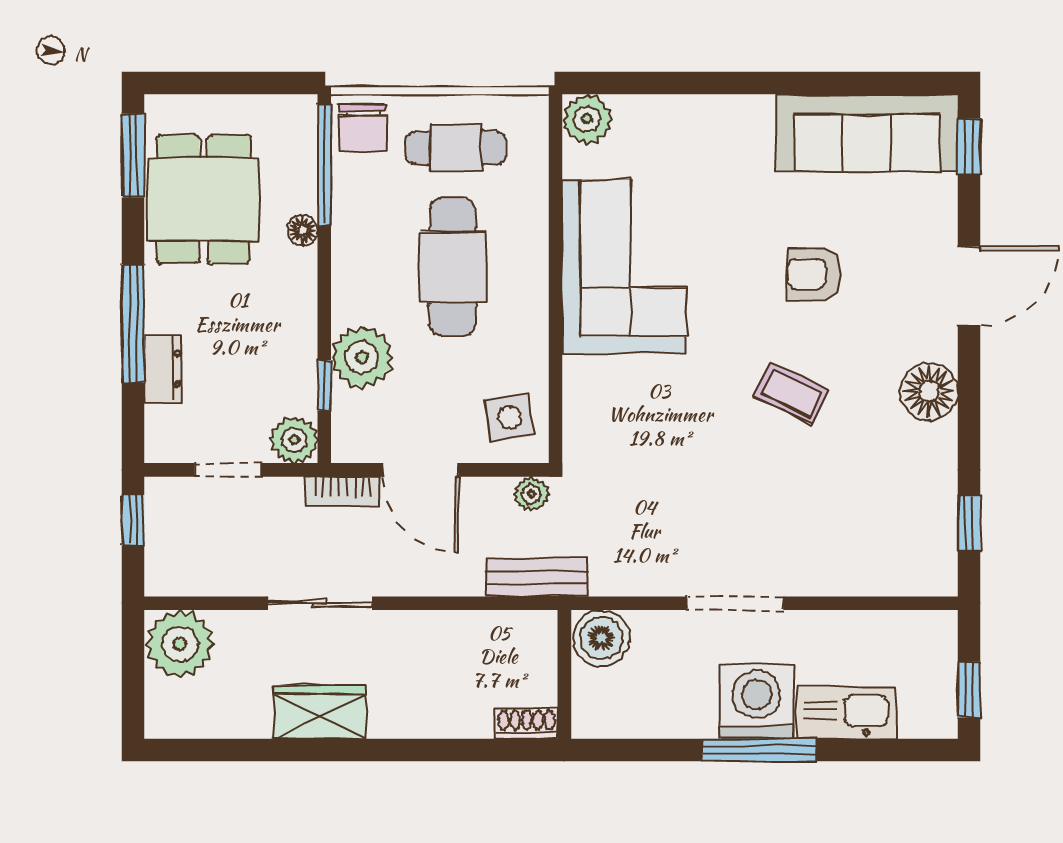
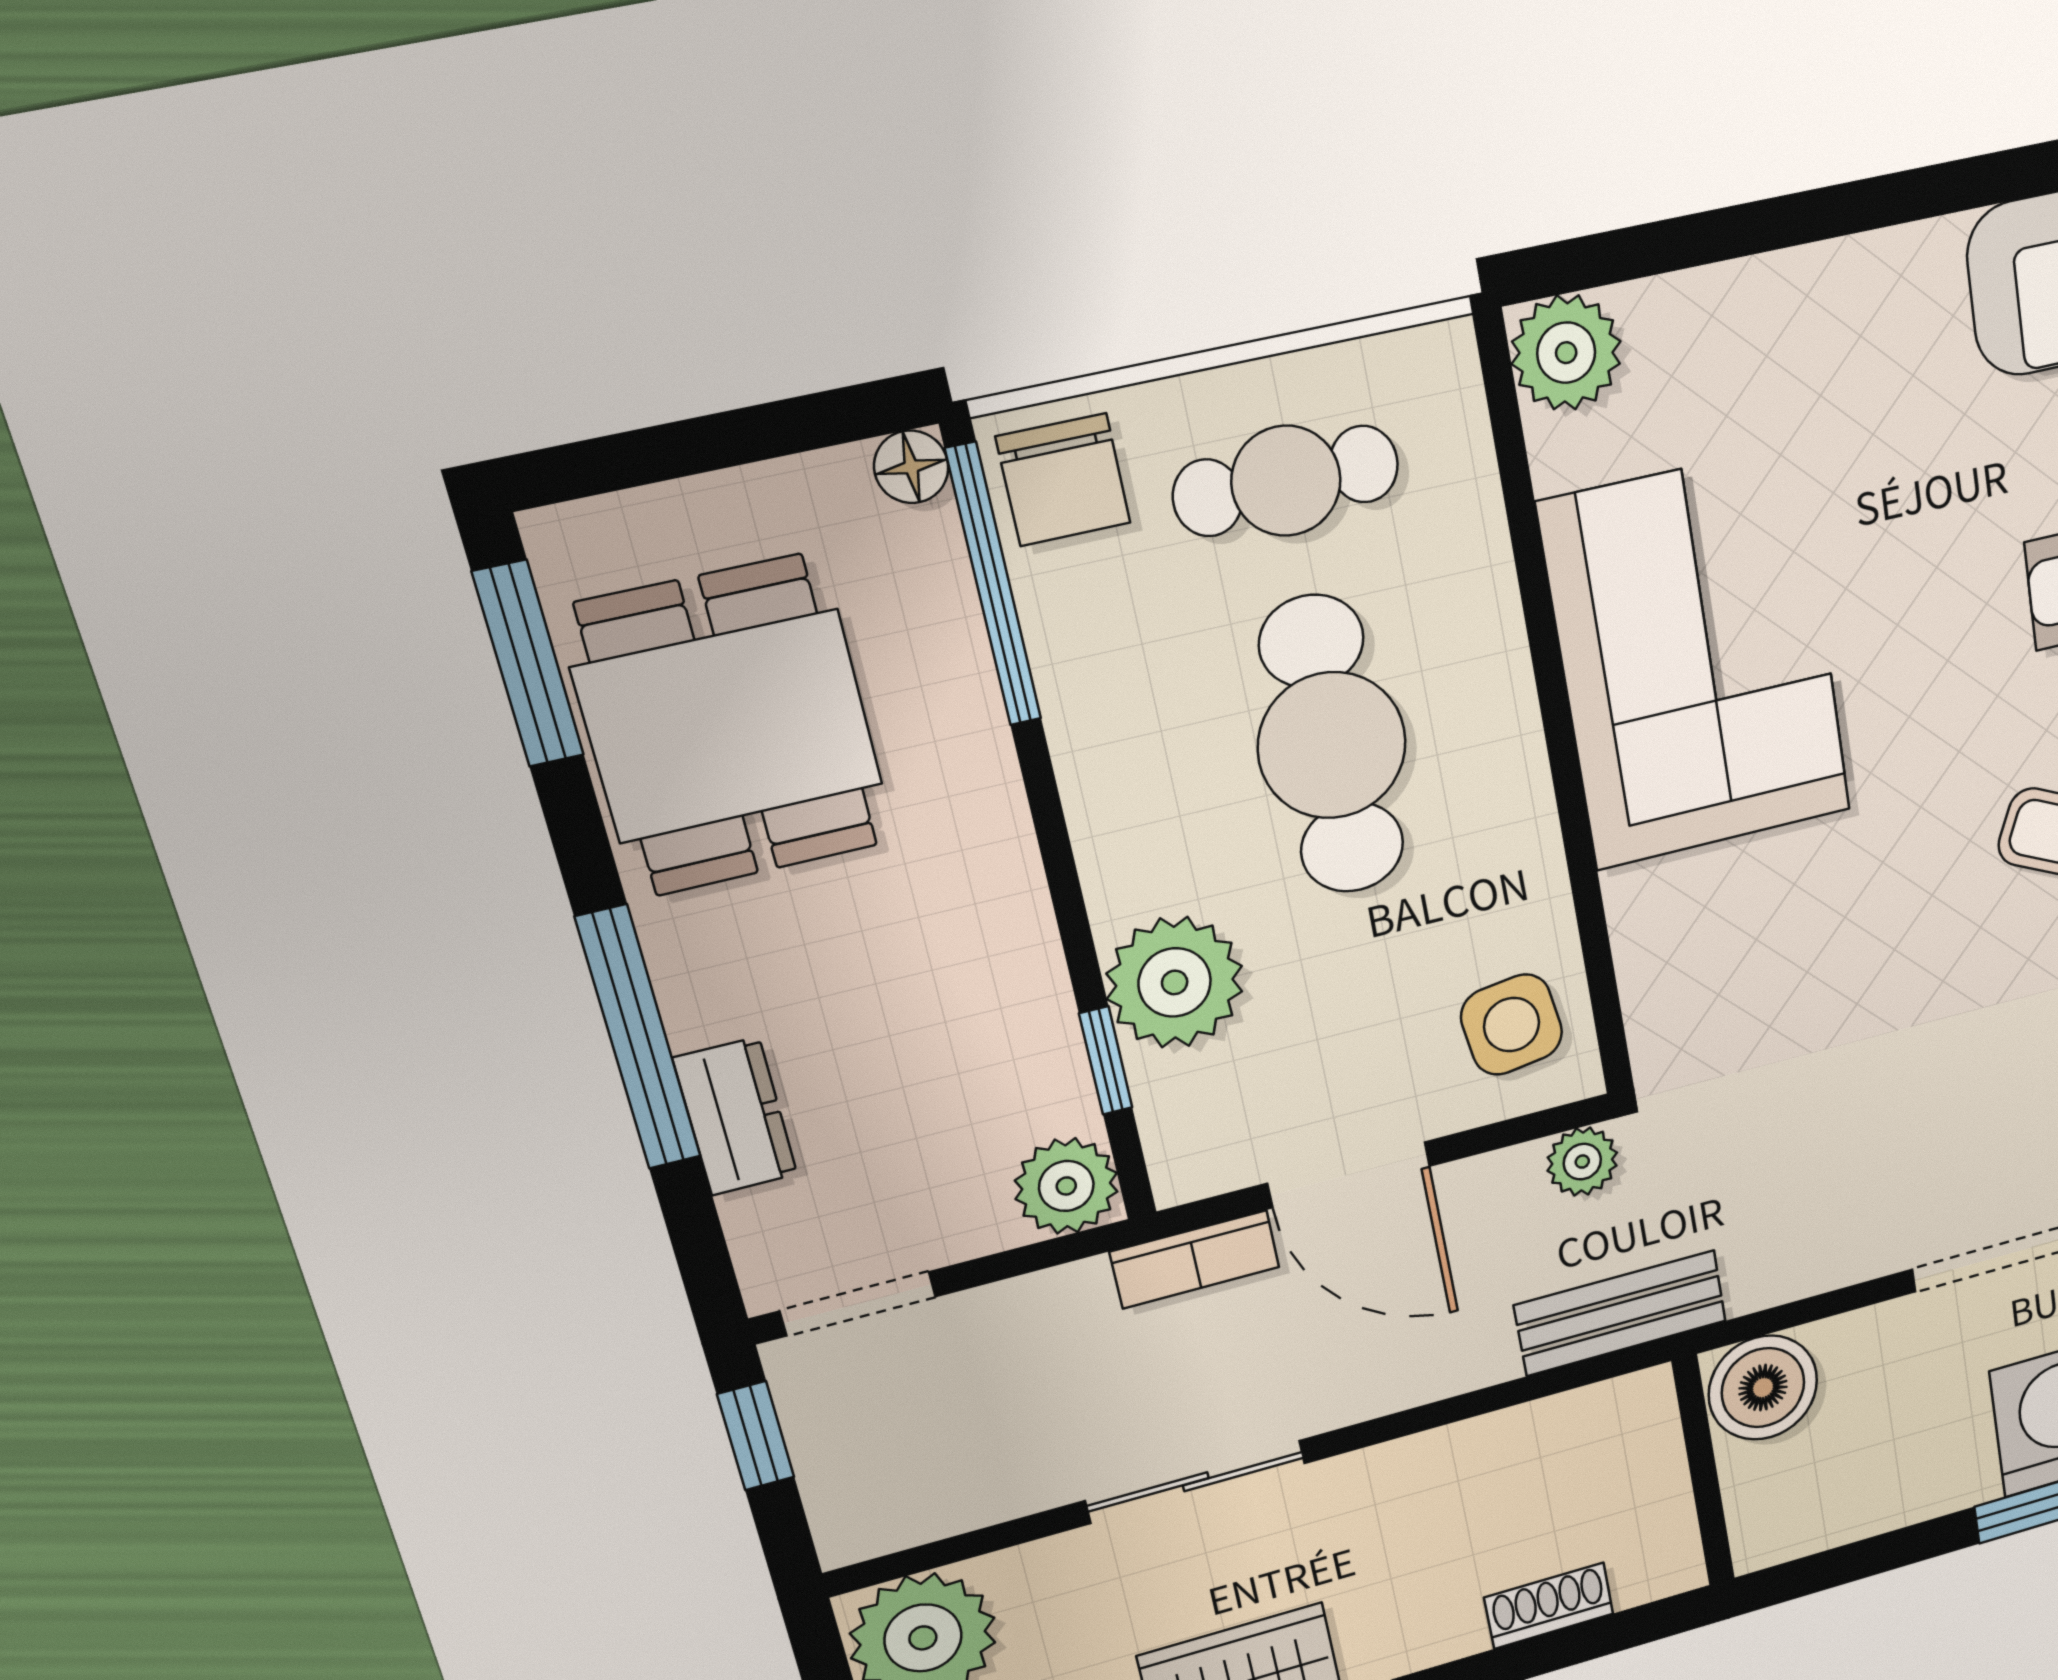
floor lamp: (302, 230) -> (911, 467), moved
doorway: (228, 470) -> (858, 1304), moved
shoe rack: (527, 724) -> (1549, 1606), moved

